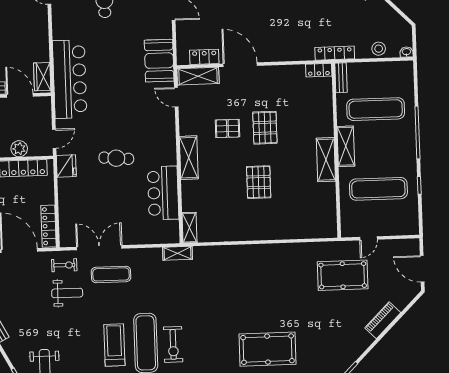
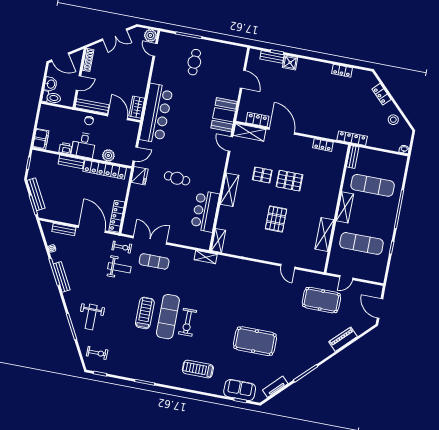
stool: (379, 49) -> (393, 120), moved
locker: (319, 70) -> (323, 145), moved
pallet: (265, 128) -> (289, 181), turned 90
shelving: (326, 160) -> (324, 234), moved
door: (288, 241) -> (288, 266), added

